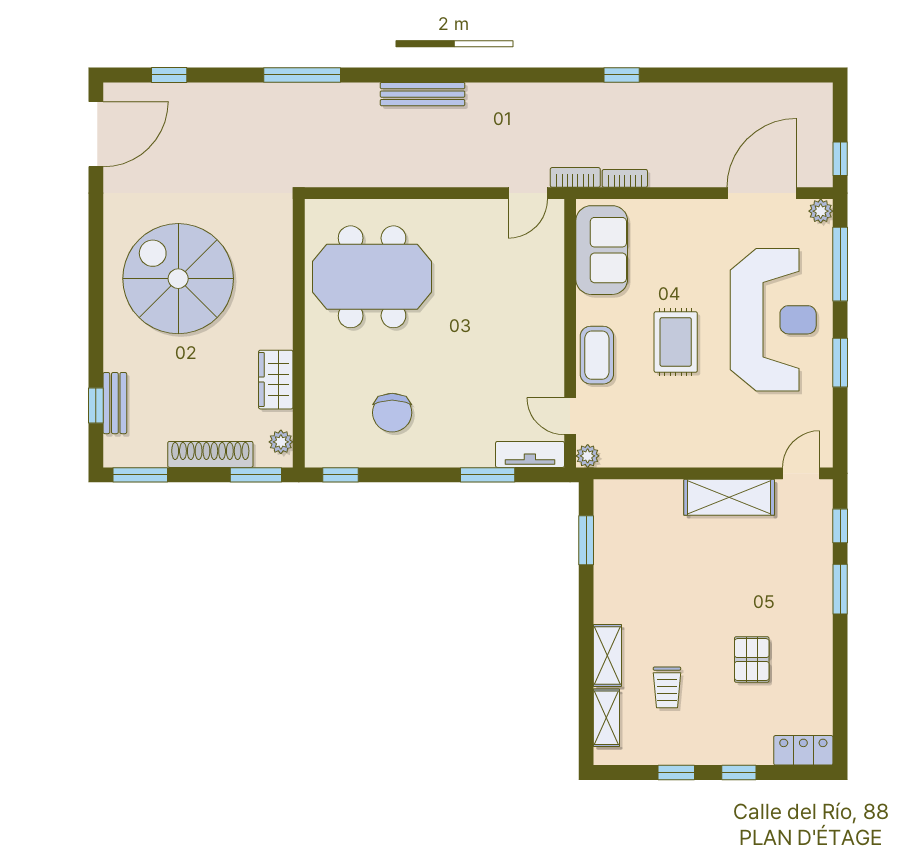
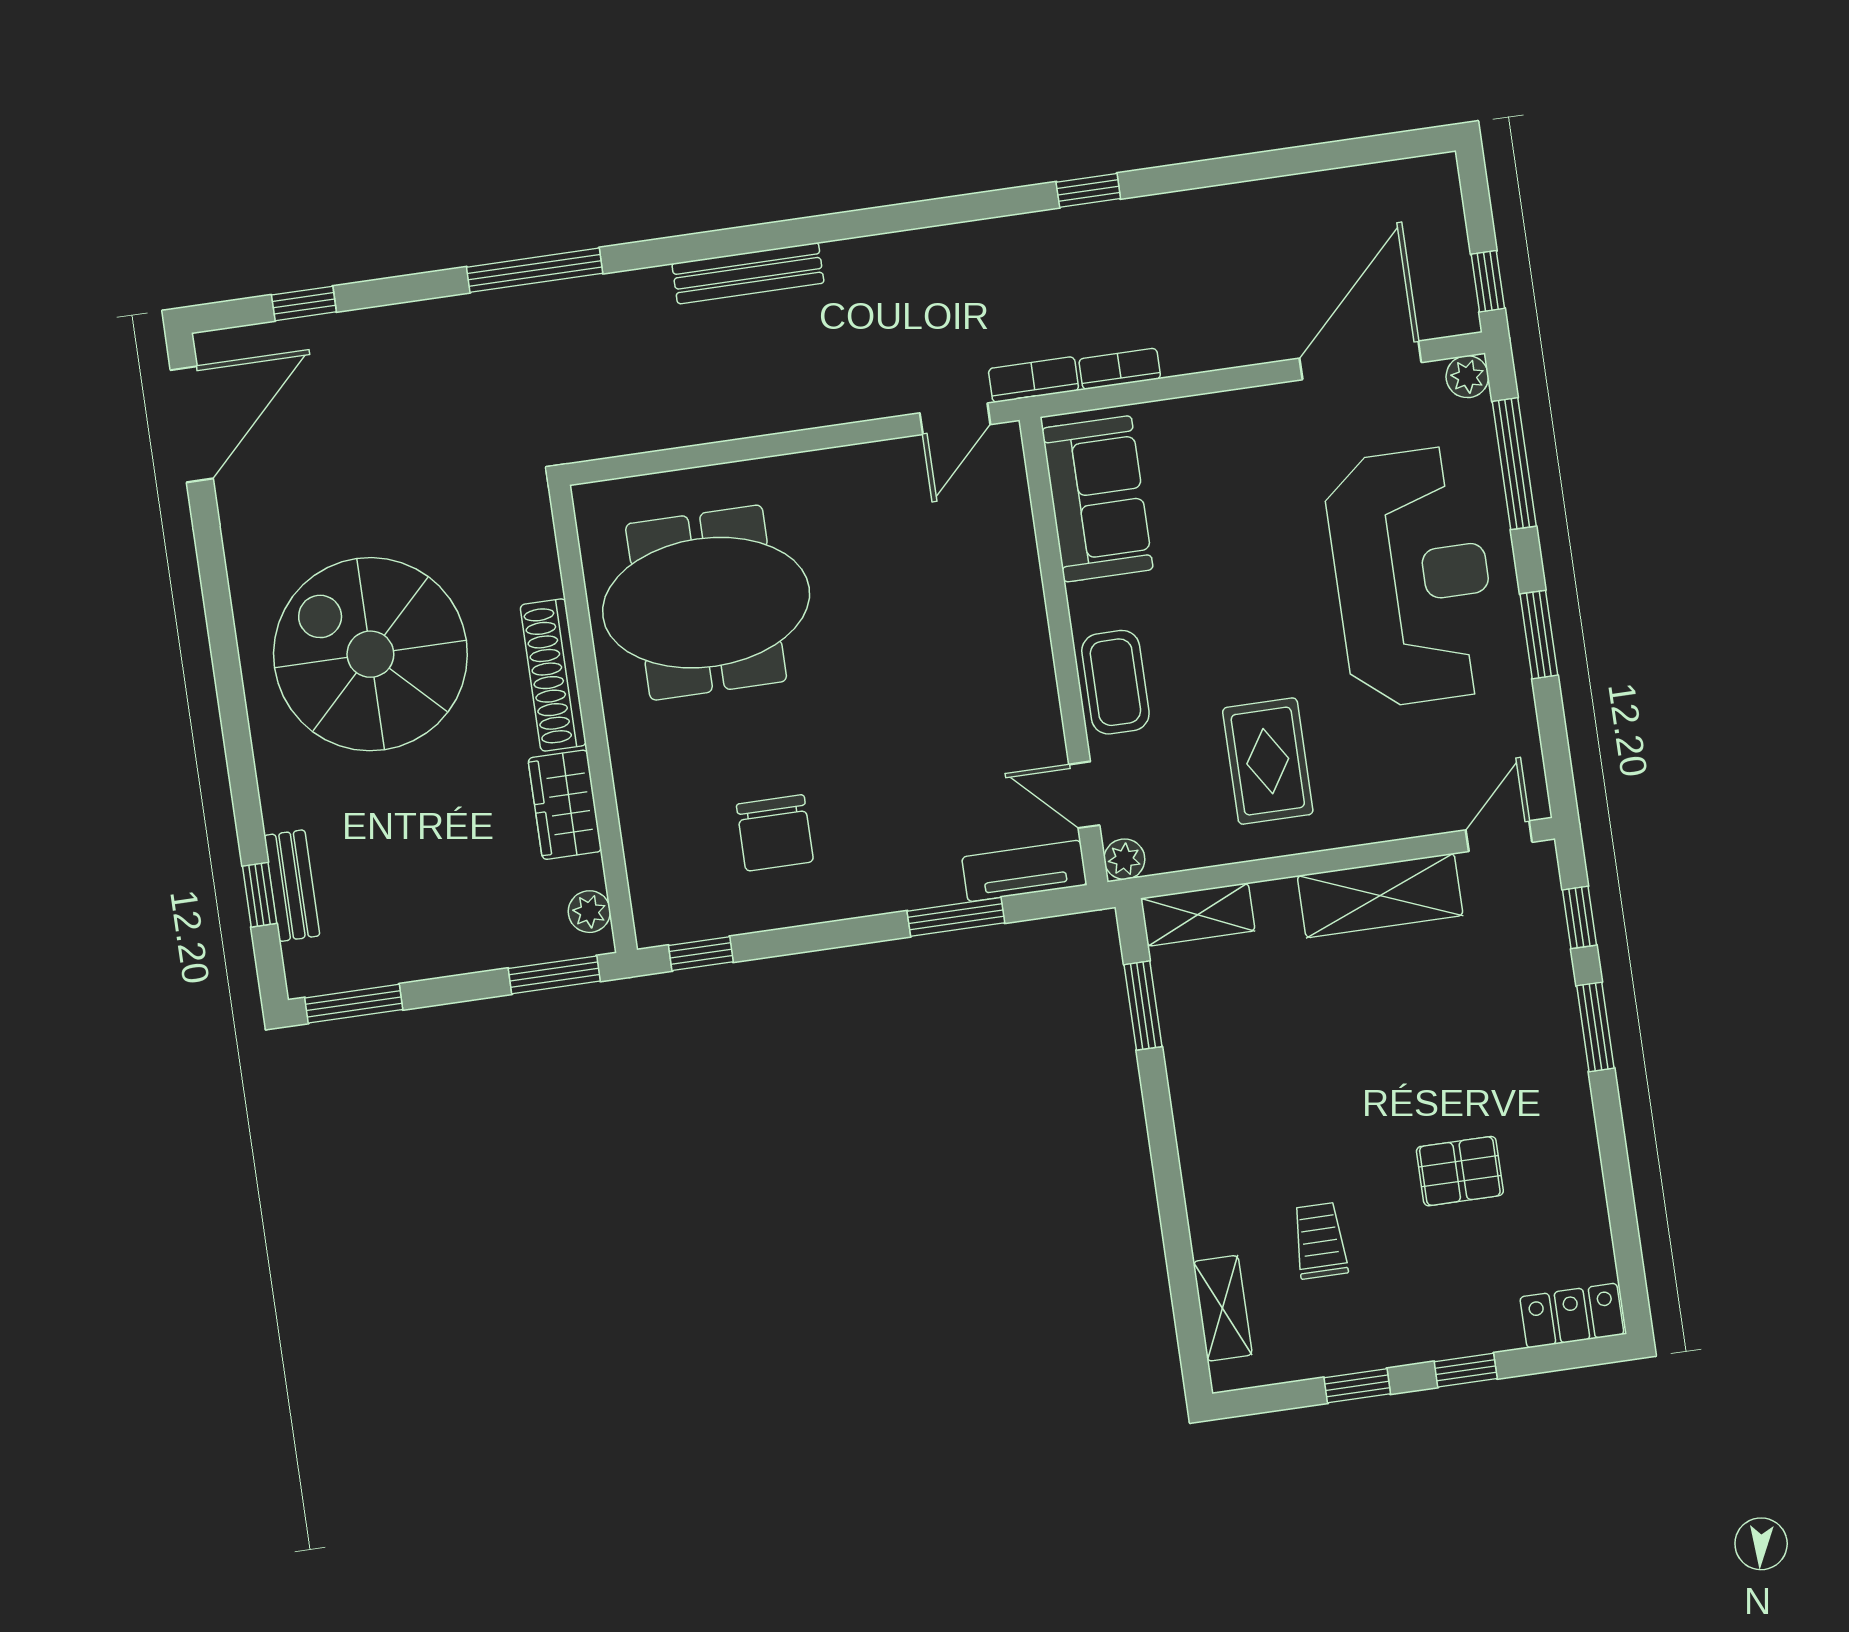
rug: (676, 342) -> (1268, 761), moved
shoe rack: (210, 454) -> (553, 675), moved, turned -90
shelving: (607, 655) -> (1198, 915), moved, turned 90
pallet: (752, 660) -> (1460, 1171), turned 90
trolley: (667, 687) -> (1320, 1241), turned 180

